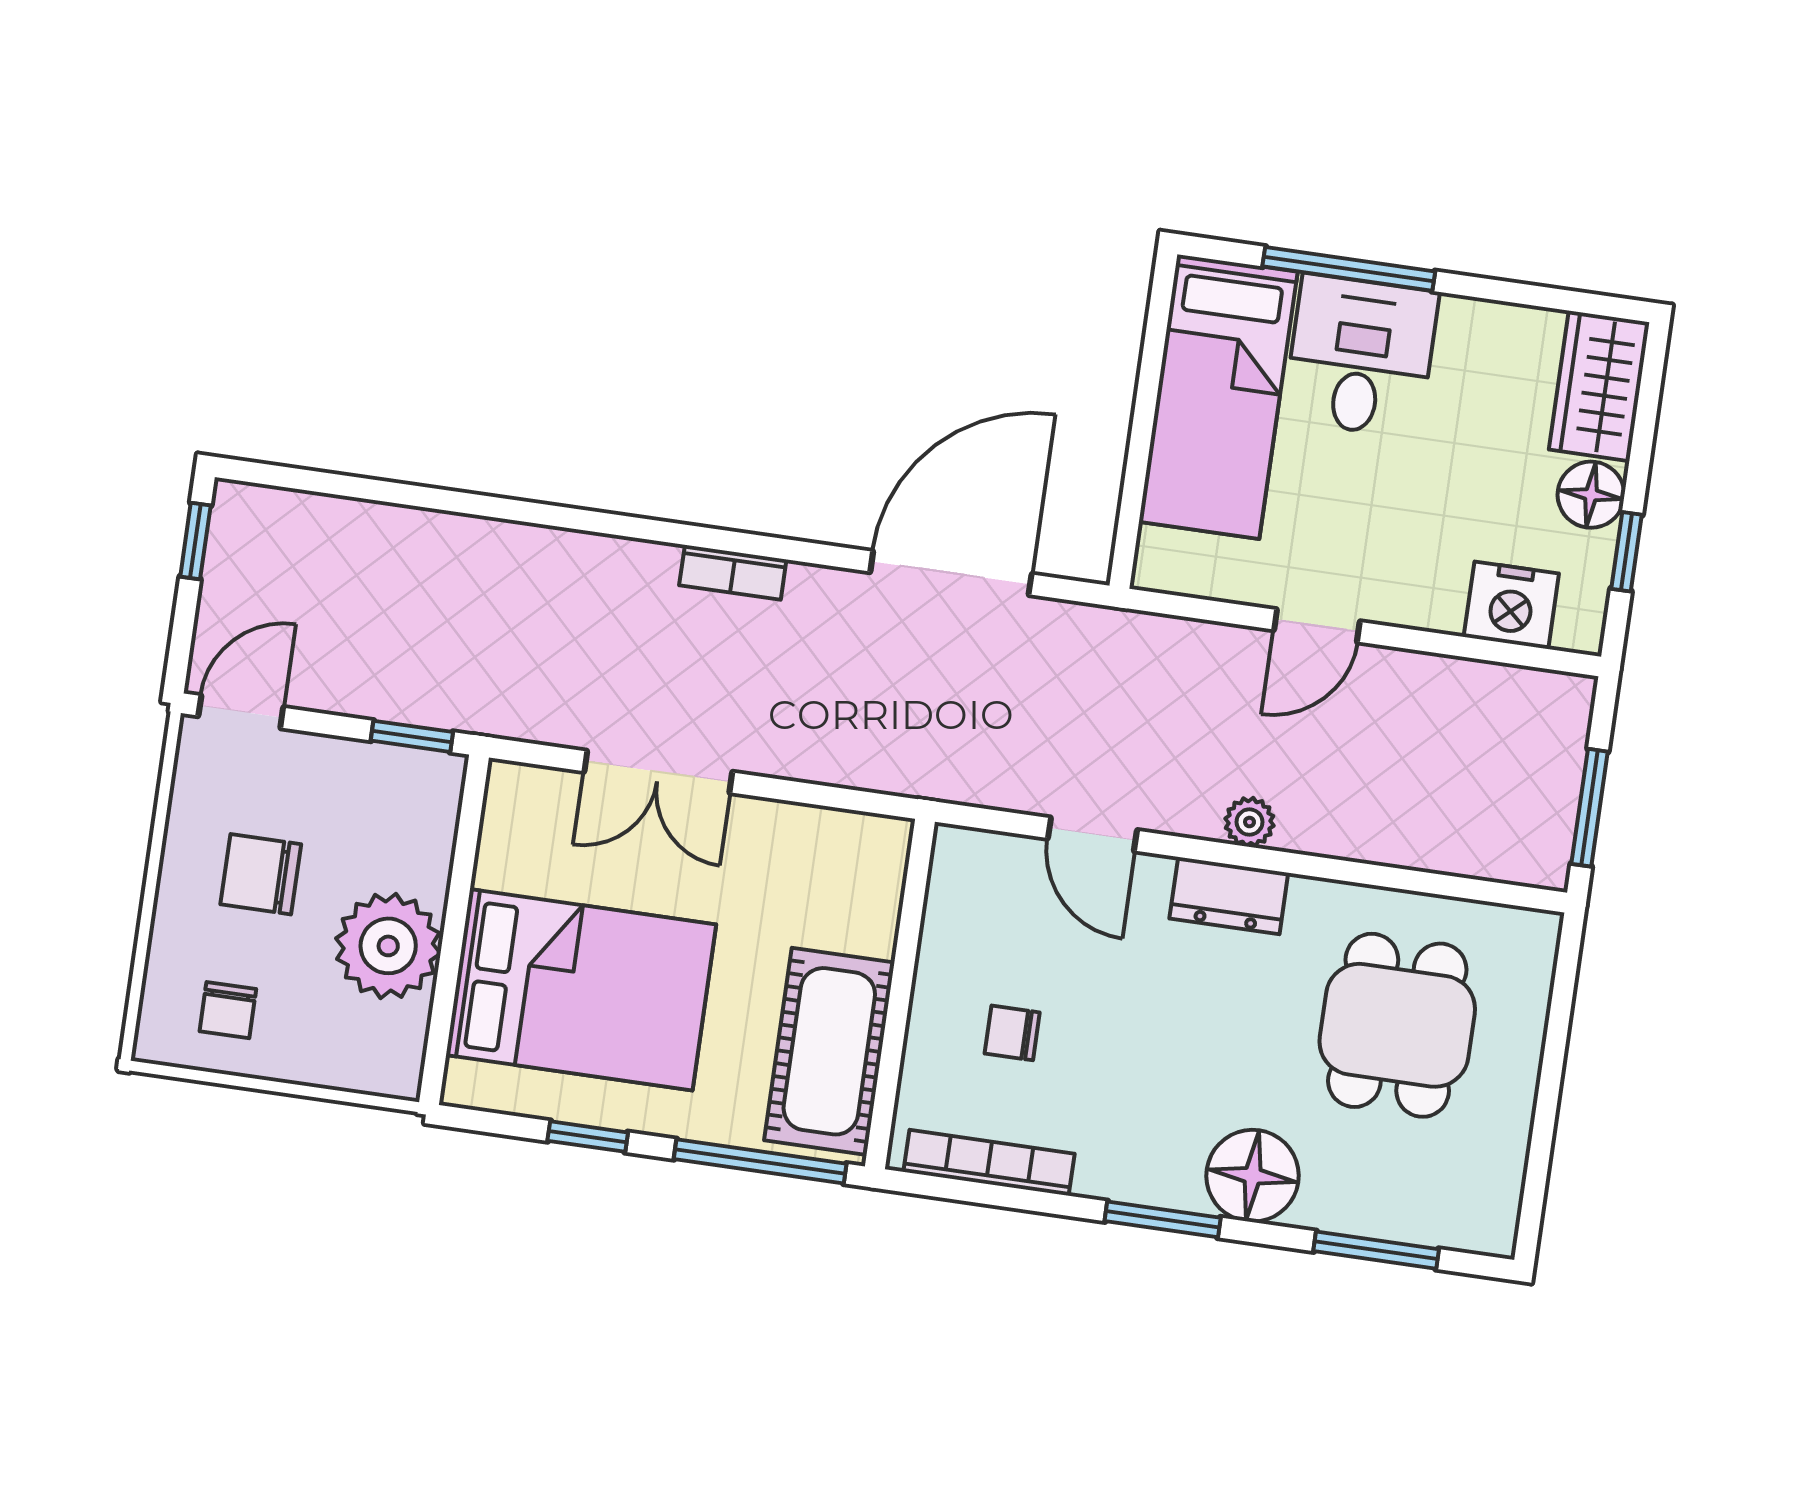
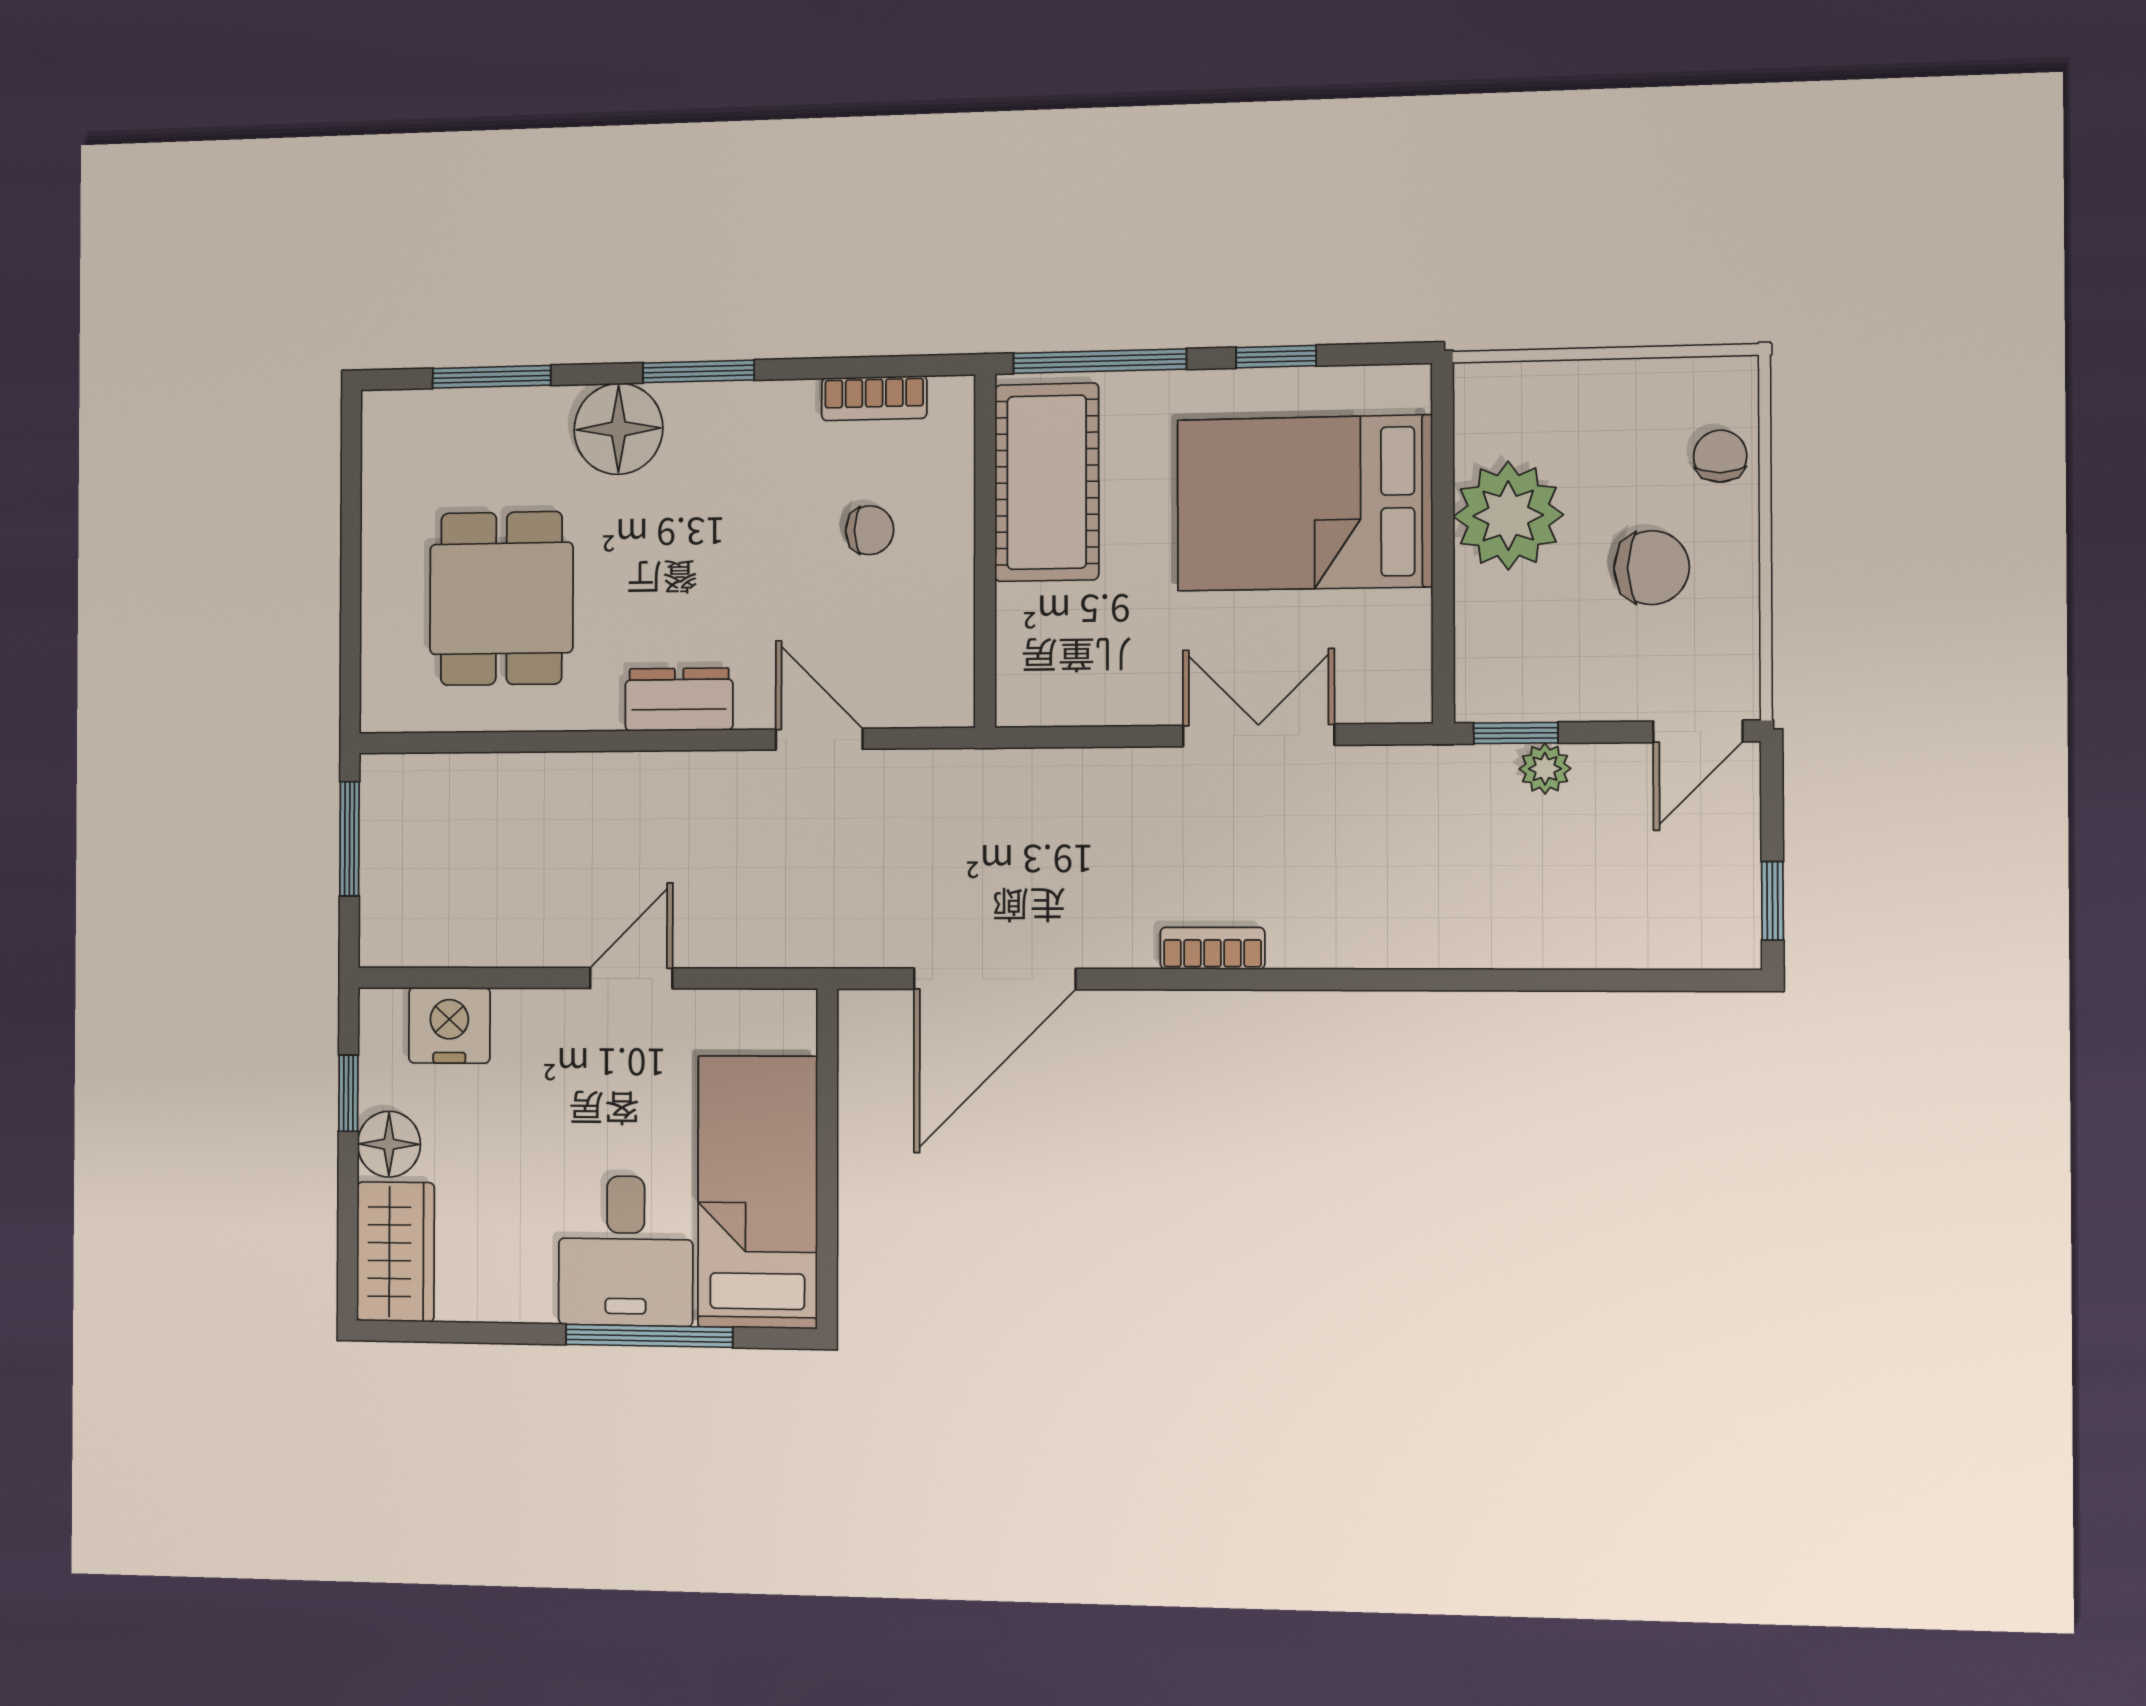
plant: (1249, 822) -> (1545, 769), moved
chair: (228, 1010) -> (1720, 456), moved
bookcase: (989, 1163) -> (874, 398), width x0.64

